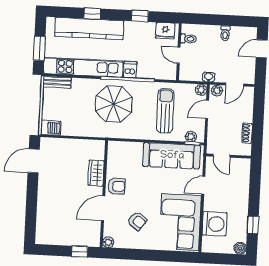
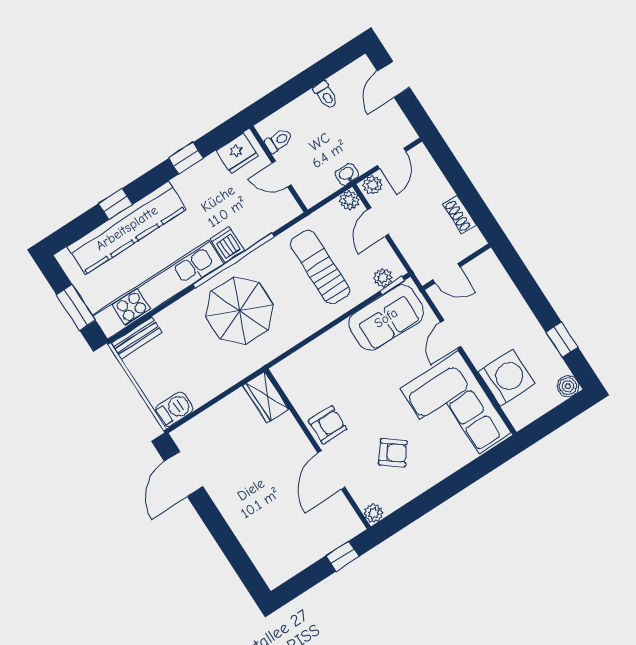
sofa: (172, 156) -> (386, 318), width x0.73
wardrobe: (96, 173) -> (266, 397), moved

